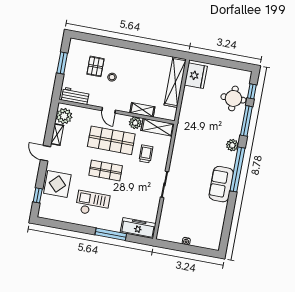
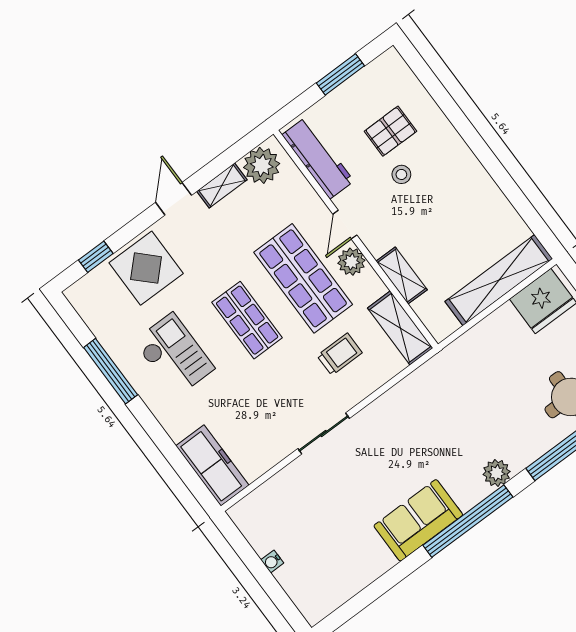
workbench: (75, 96) -> (318, 158), width x1.37
plant: (135, 123) -> (351, 262), moved
window: (111, 234) -> (111, 371), moved

